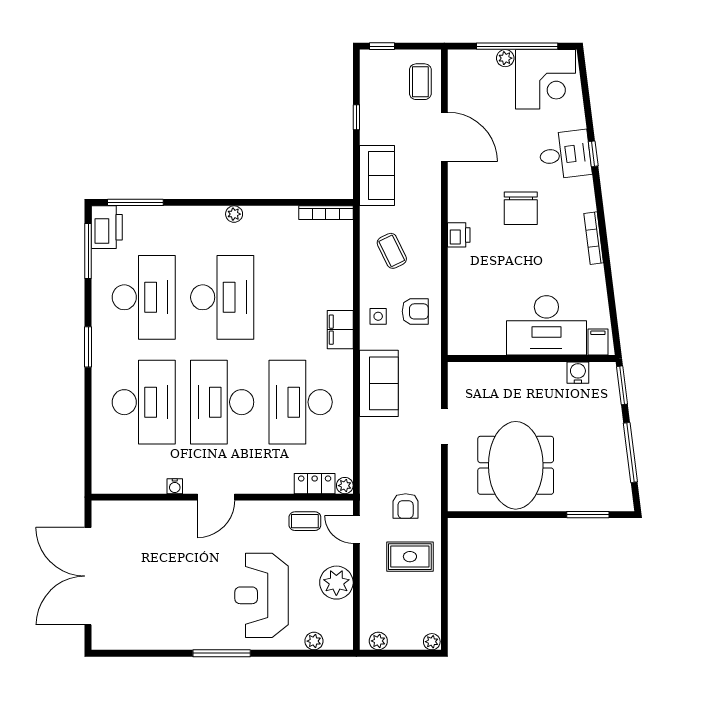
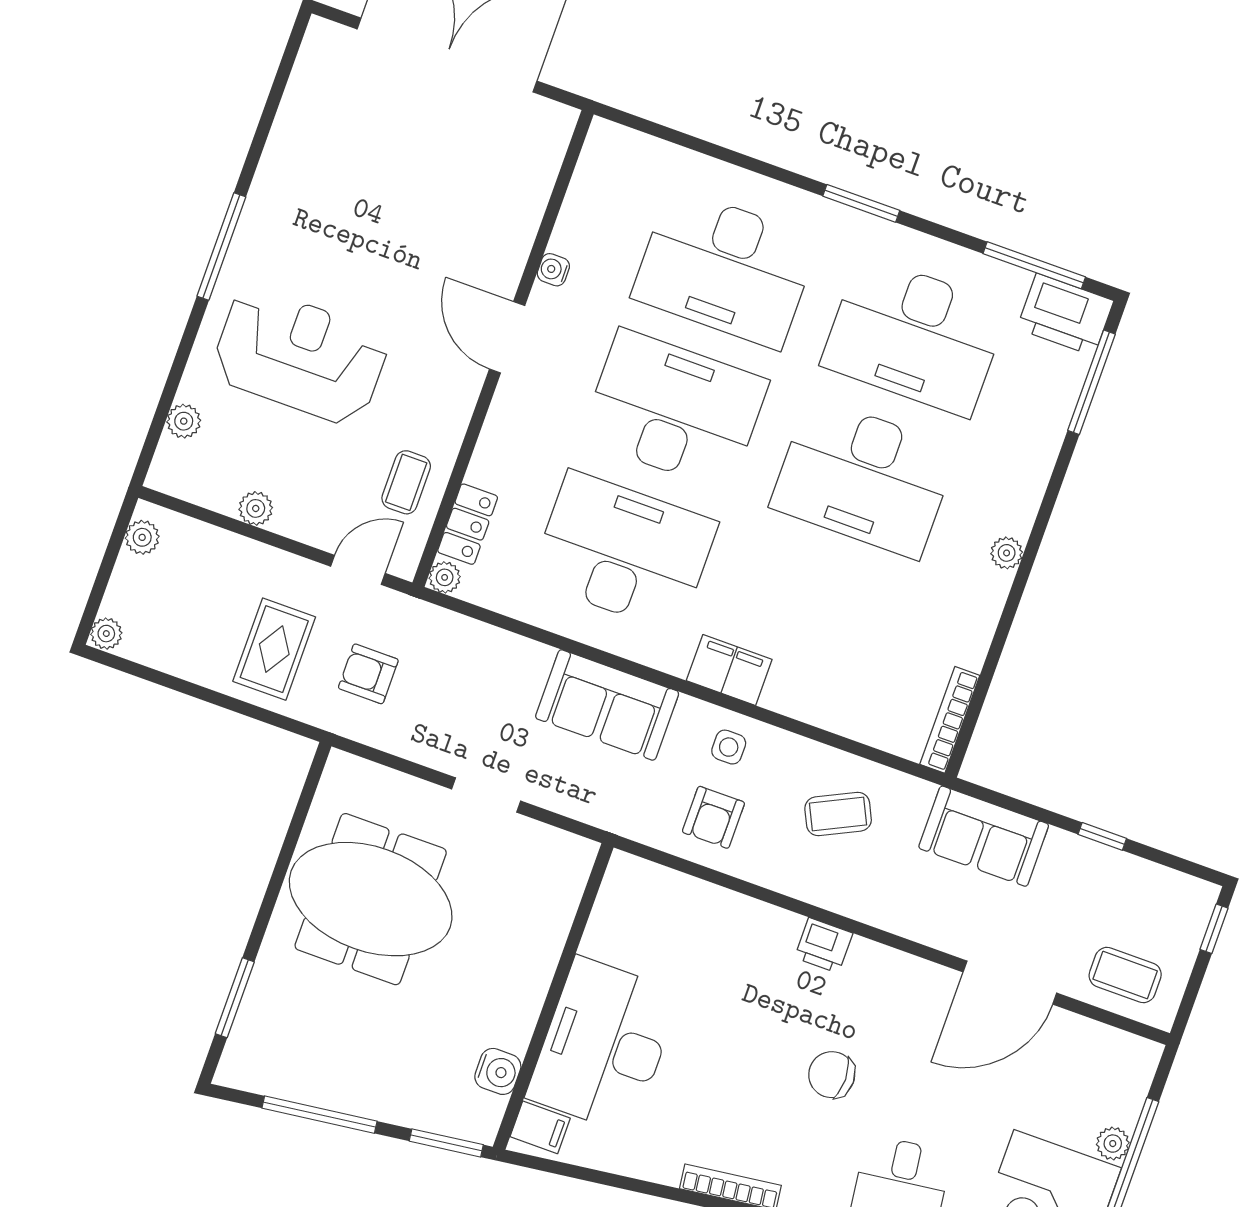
chair: (521, 208) -> (832, 1075), width x0.73, depth x0.73
plant: (336, 583) -> (256, 508), width x0.53, depth x0.53

